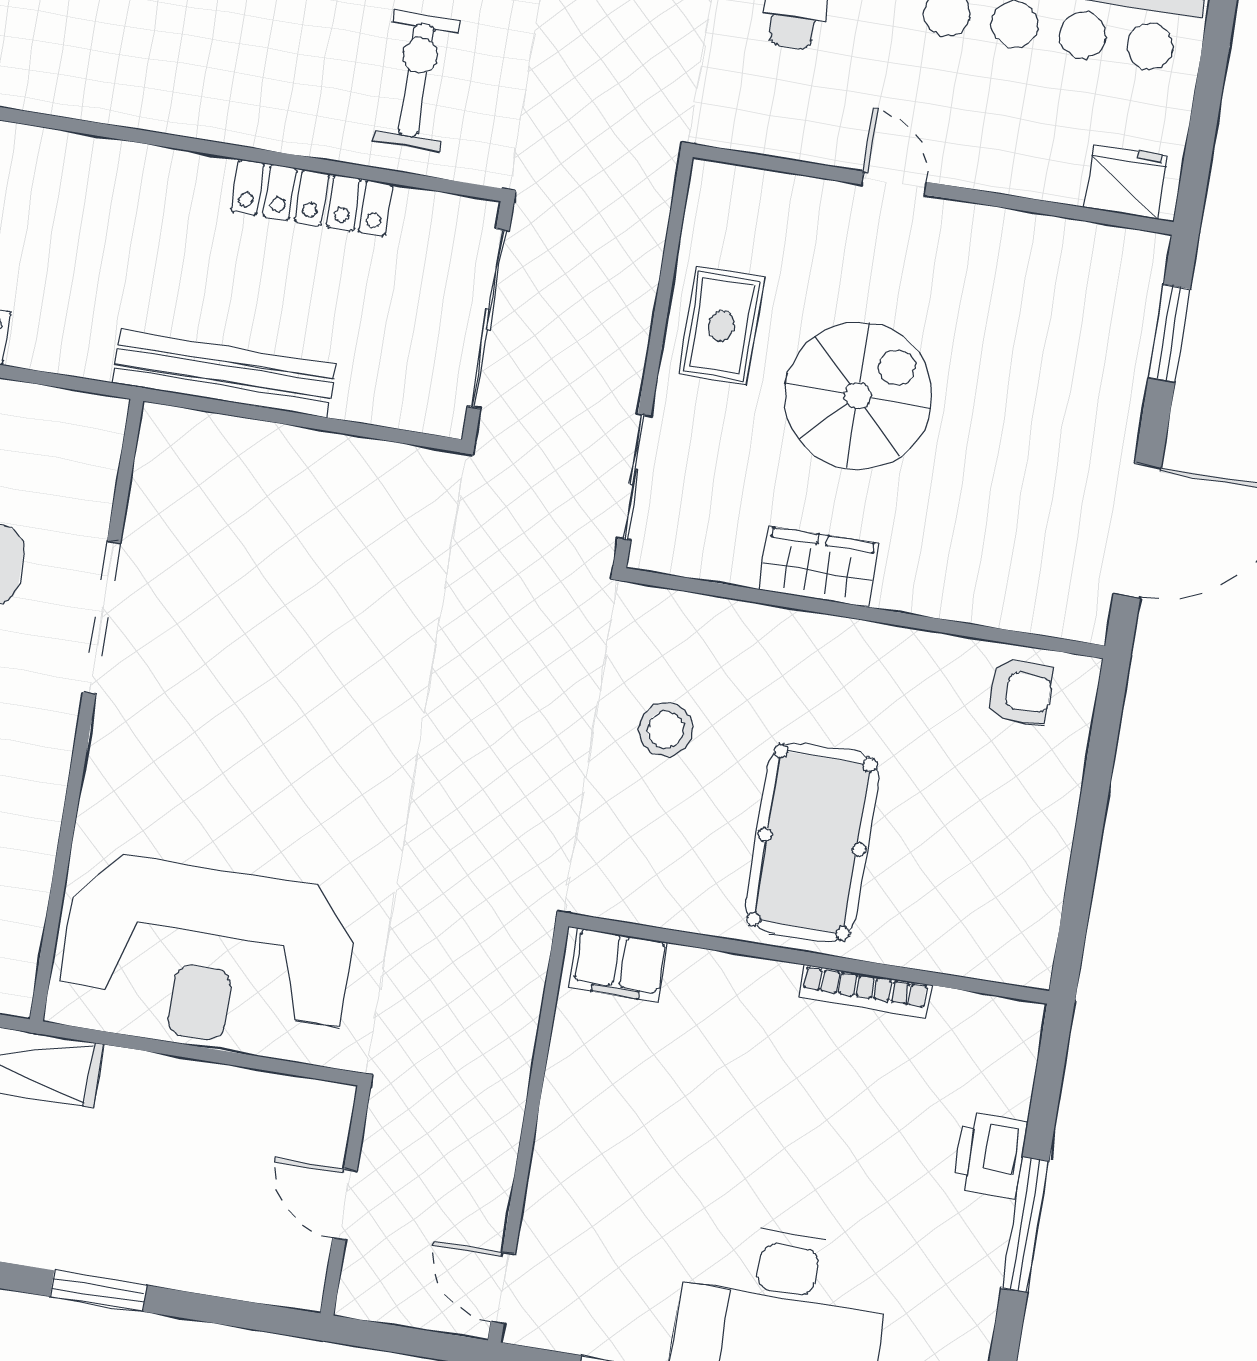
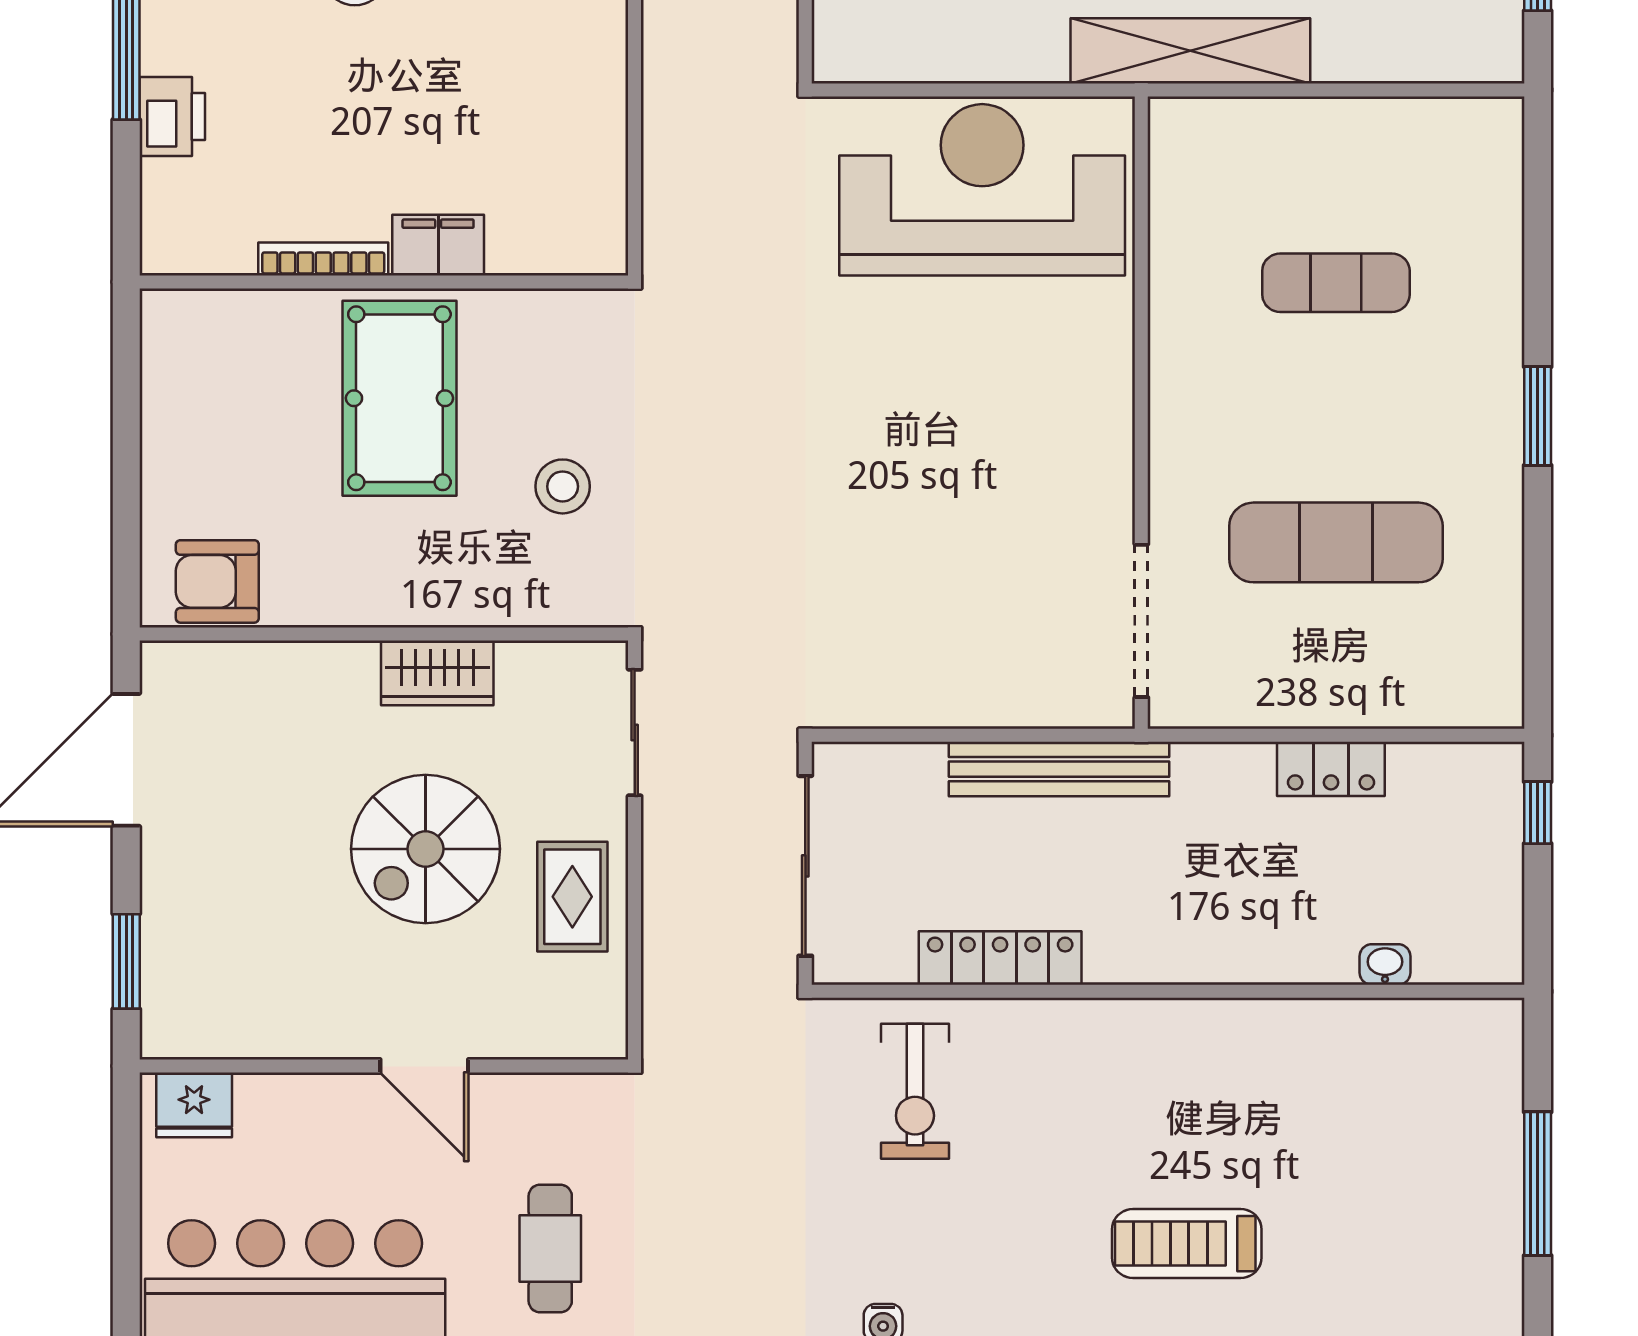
door: (894, 183) -> (424, 1066), width x1.38
doorway: (102, 617) -> (1141, 621), moved
armchair: (1020, 691) -> (217, 581), width x1.38, depth x1.38
filing cabinet: (619, 965) -> (438, 245), moved

